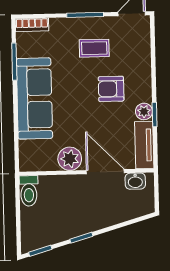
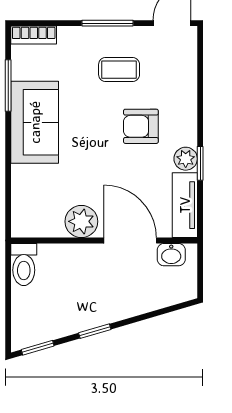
sofa: (34, 98) -> (35, 122), width x0.73

